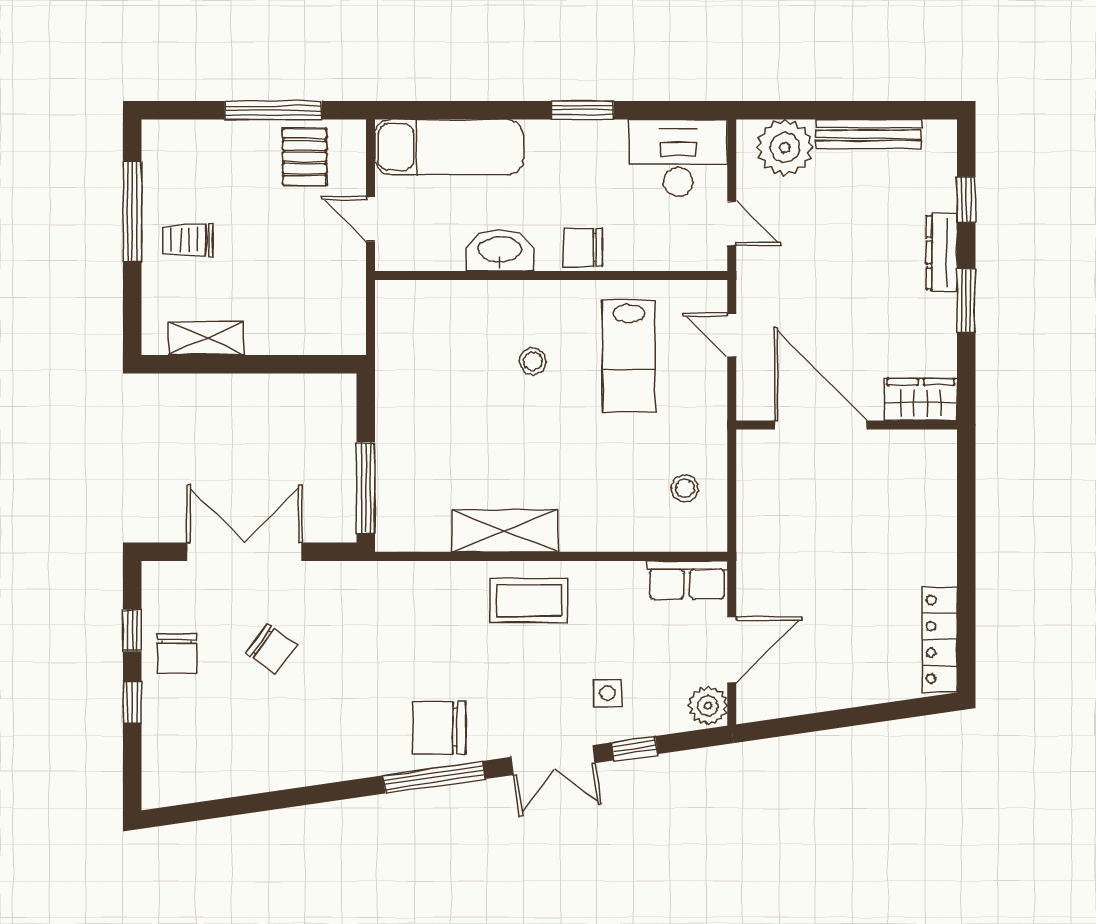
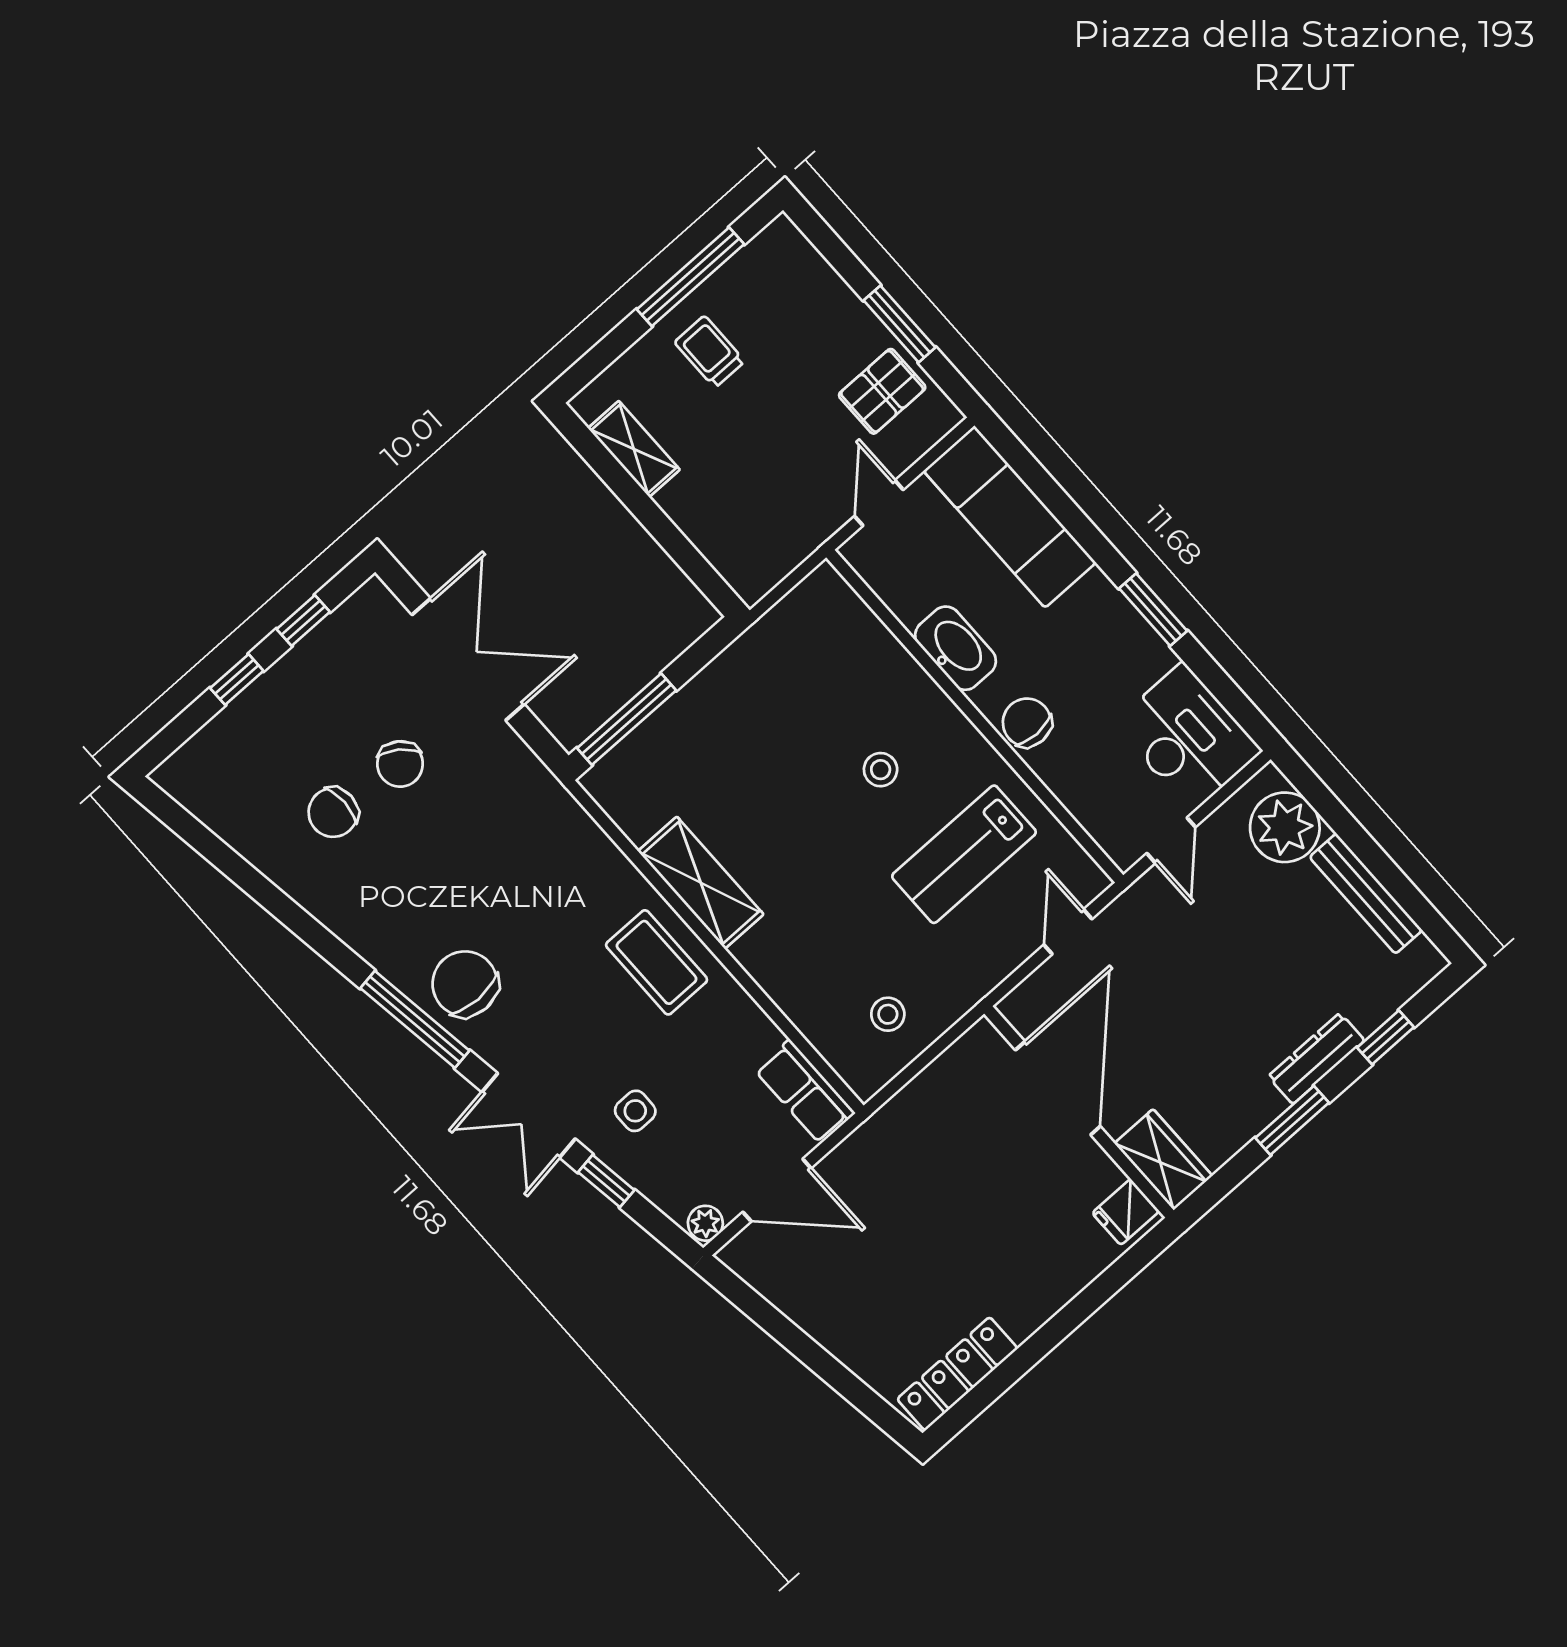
window: (273, 110) -> (900, 324), width x0.69
fridge: (932, 451) -> (1126, 1212), added
chair: (177, 653) -> (333, 812), moved
plant: (708, 706) -> (705, 1223), width x0.73, depth x0.73

